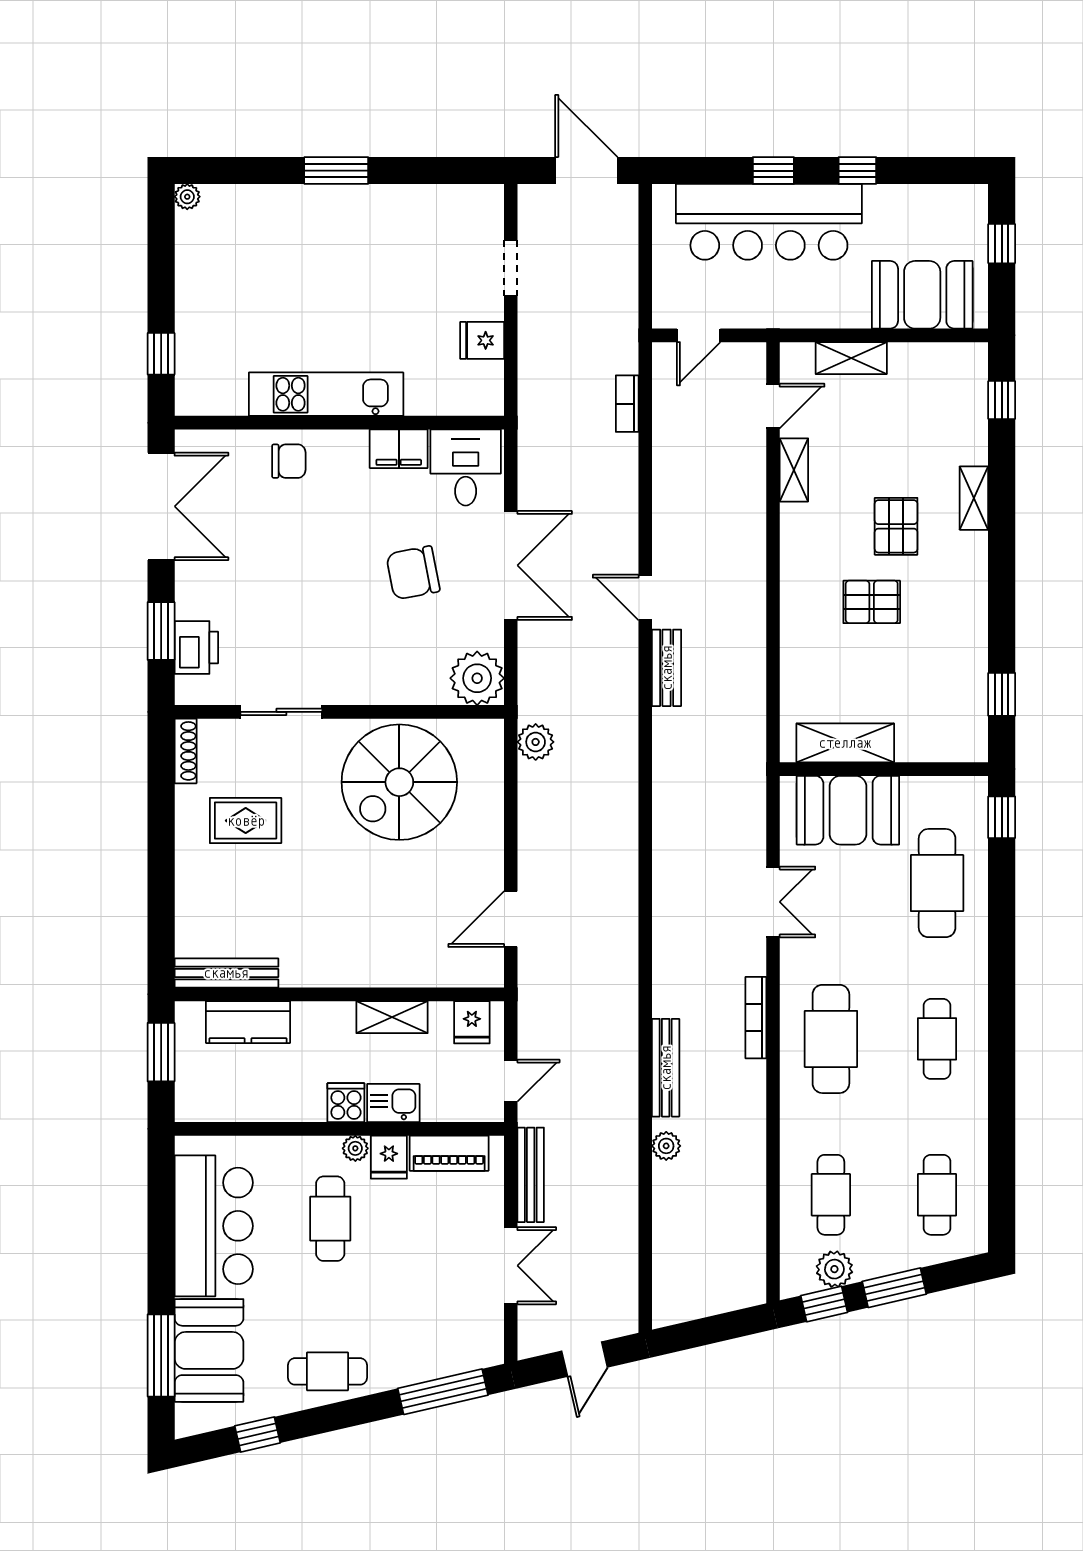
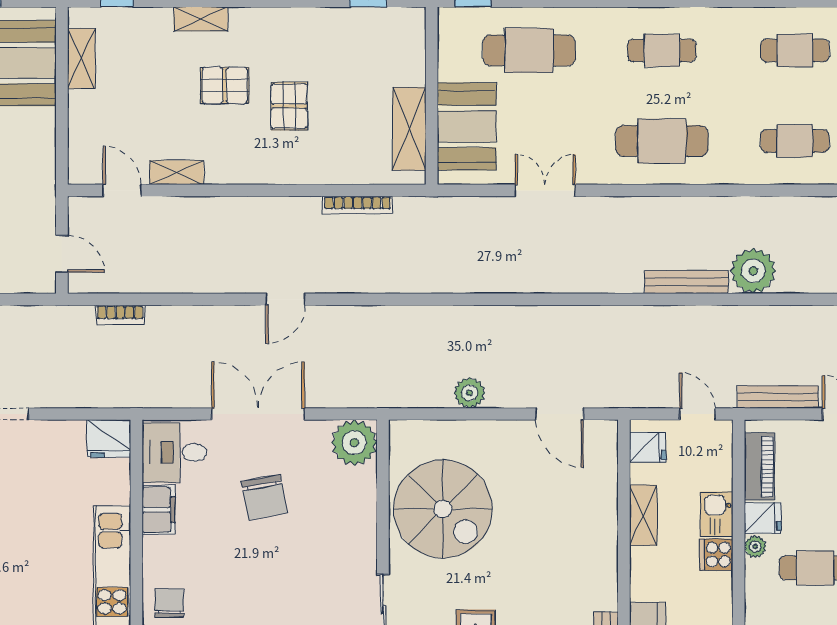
fridge: (482, 340) -> (109, 438), moved, width x1.38
shelving: (851, 358) -> (81, 59), moved
bench: (667, 668) -> (345, 281), removed
plant: (536, 742) -> (470, 393), moved
bookcase: (756, 1018) -> (358, 205), moved
plant: (666, 1146) -> (753, 271), width x1.87, depth x1.87

